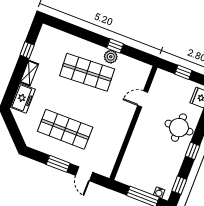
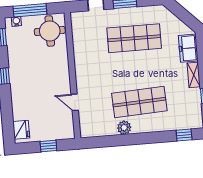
window: (115, 46) -> (184, 135), moved
door: (143, 99) -> (75, 102), swing flipped
round table: (179, 128) -> (50, 31), moved

